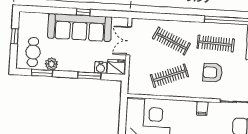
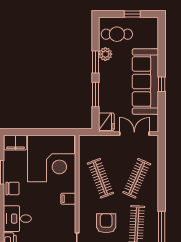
water cooler: (101, 68) -> (105, 106), removed
window: (42, 73) -> (96, 62), moved
filing cabinet: (202, 108) -> (68, 199), moved

